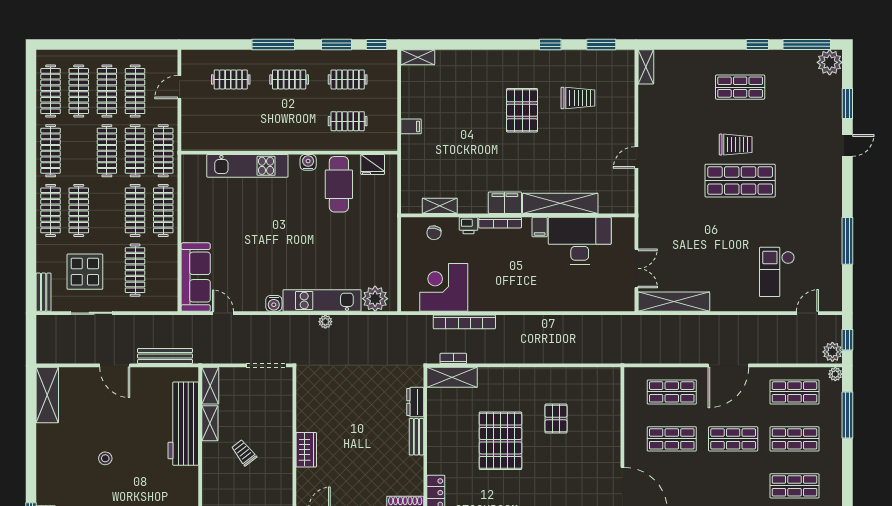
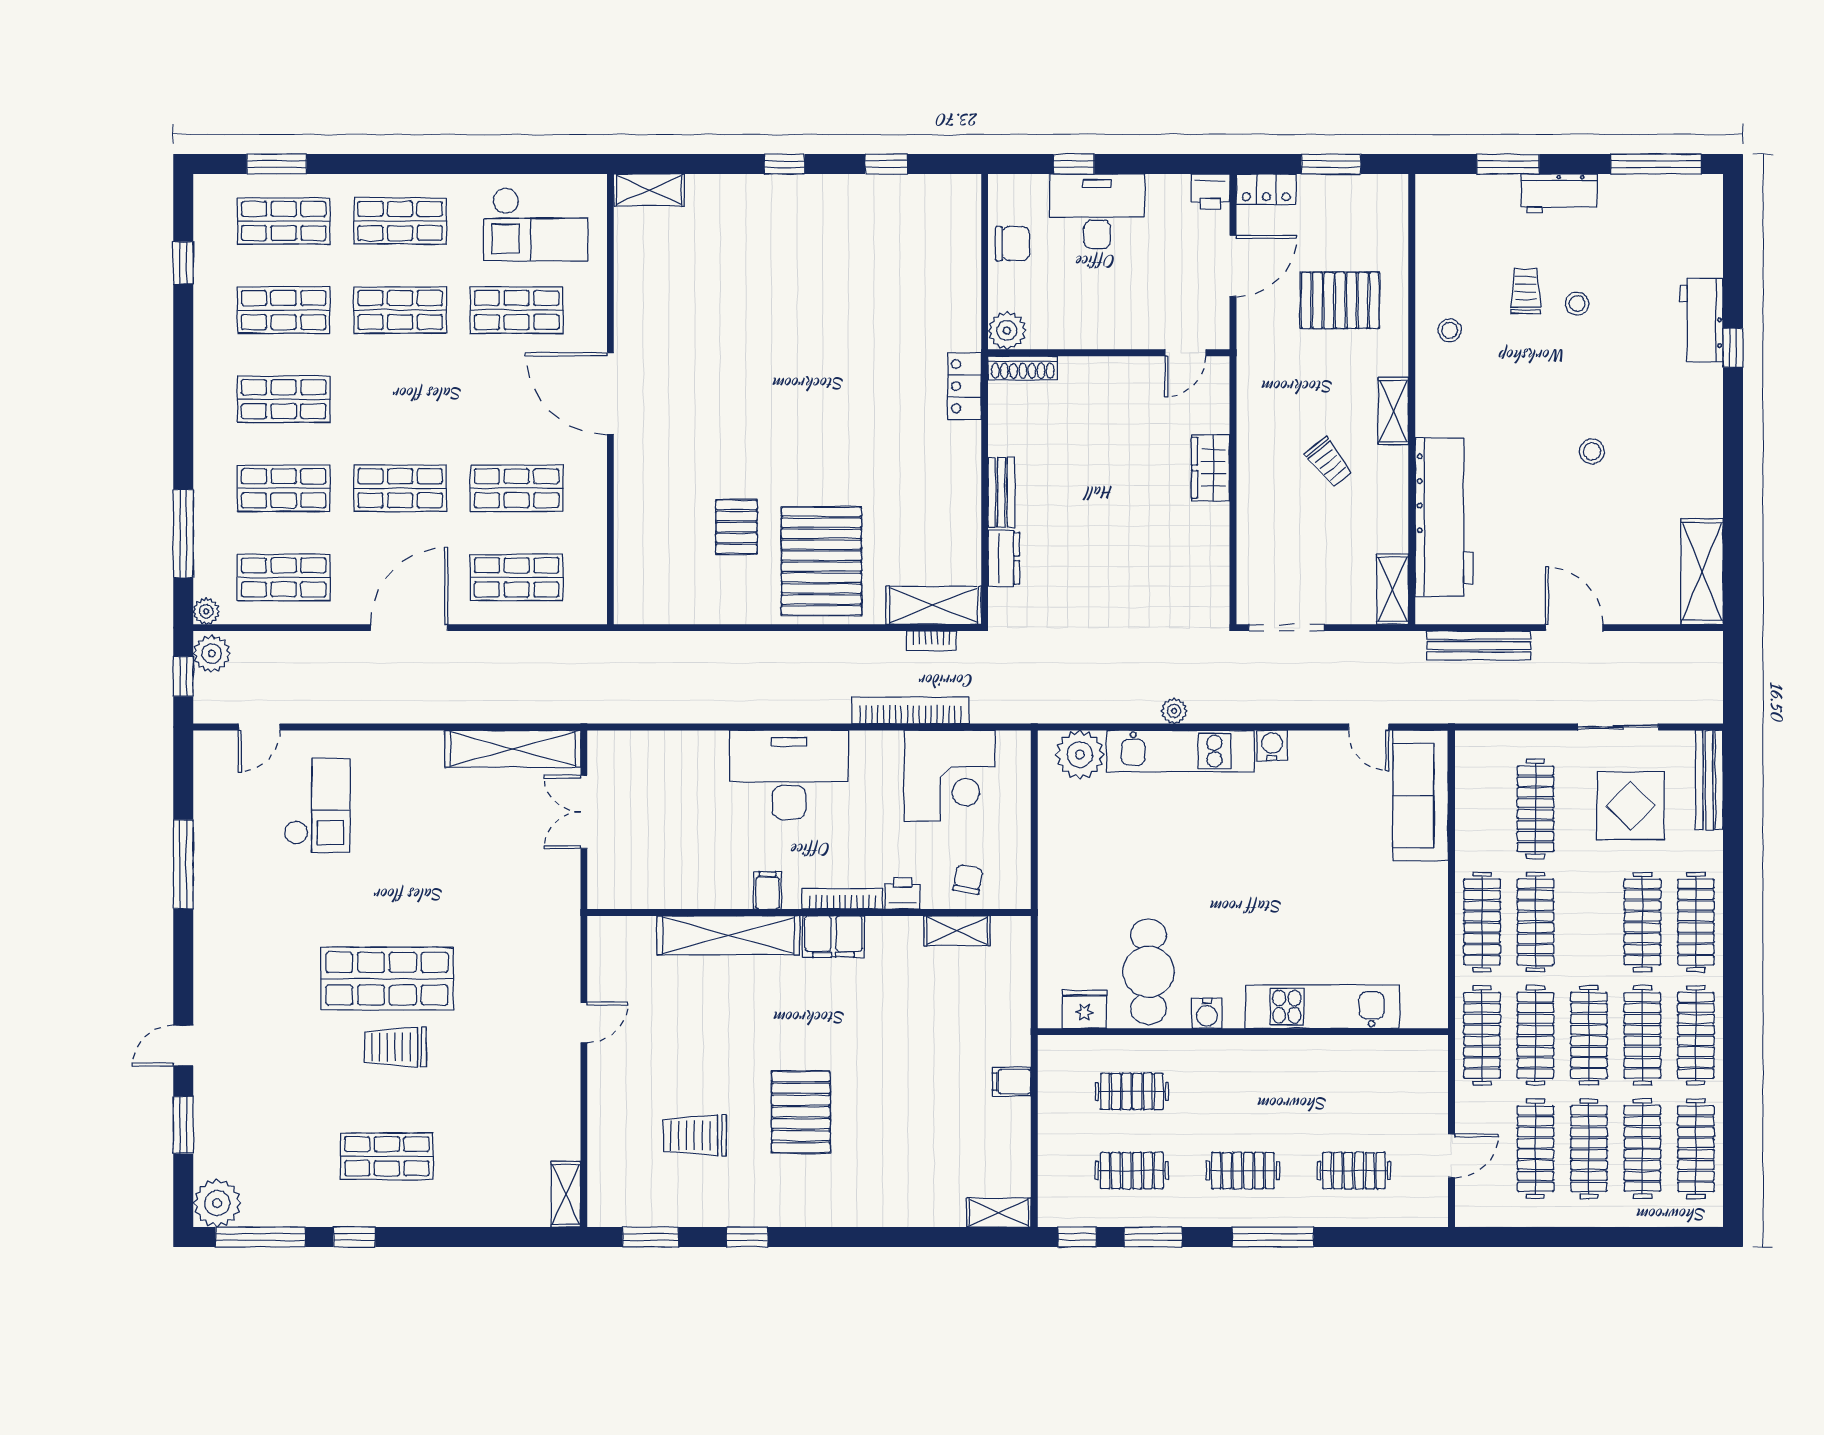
clothes rail: (79, 151) -> (1642, 1035), added
desk: (580, 241) -> (789, 775), moved, turned 180
bench: (44, 292) -> (1709, 780), width x1.36
shelving: (210, 423) -> (1393, 411), moved
pallet: (500, 441) -> (821, 561), moved

